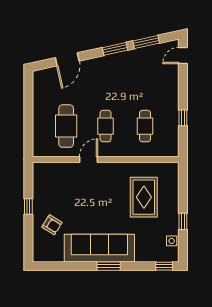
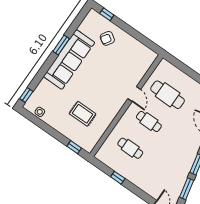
rug: (144, 197) -> (83, 114), width x0.73, depth x0.70
window: (28, 206) -> (107, 14), moved
window: (183, 221) -> (74, 147), moved
window: (109, 266) -> (61, 45), moved

